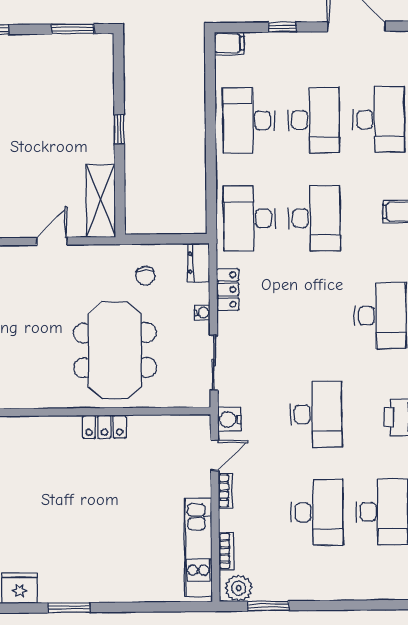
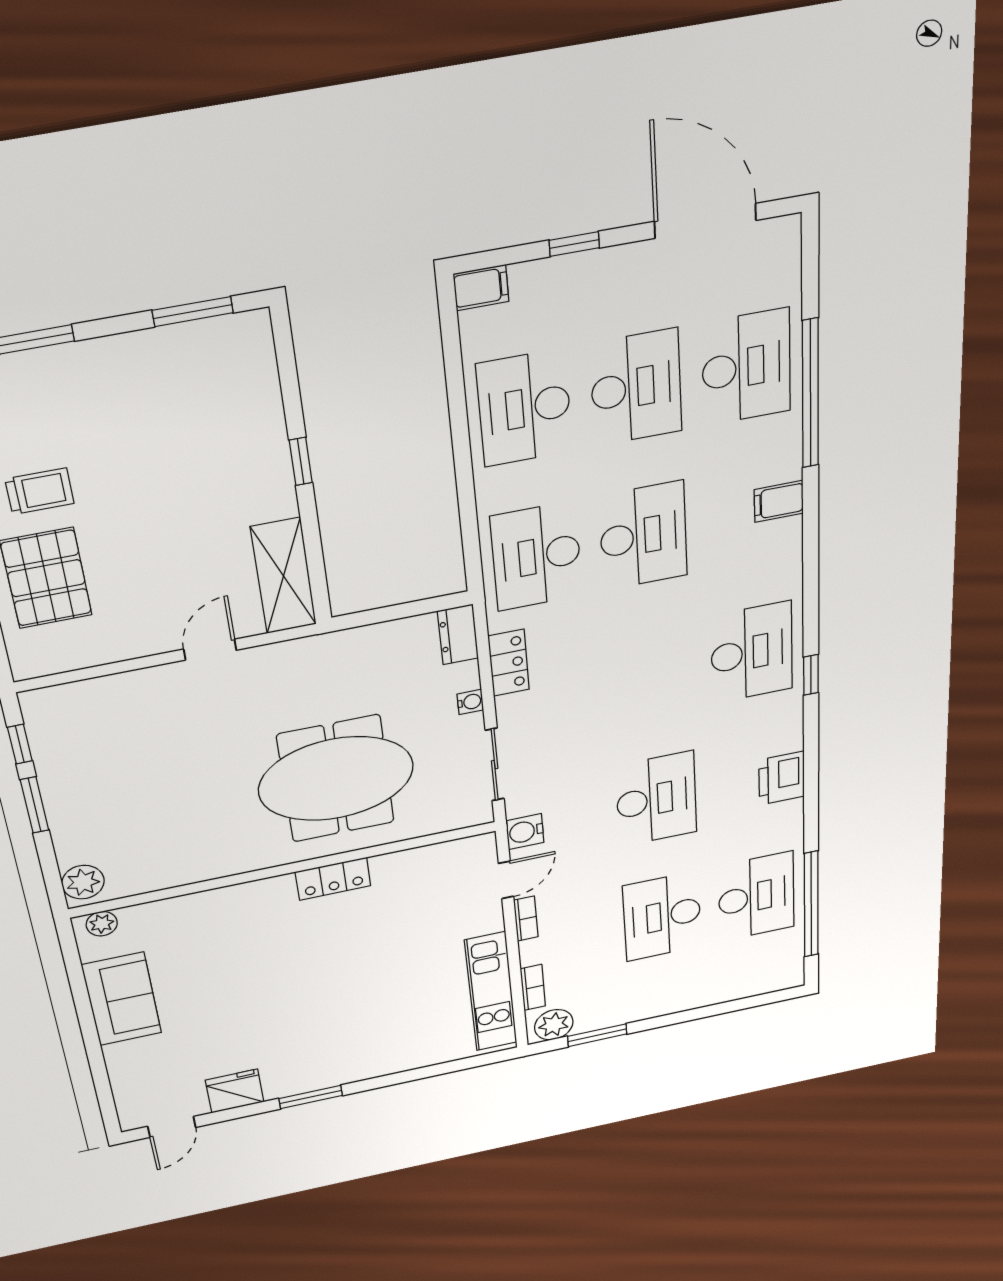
chair: (145, 276) -> (373, 669), removed
meeting table: (115, 350) -> (336, 779), turned 90
desk: (317, 512) -> (662, 916), turned 180

